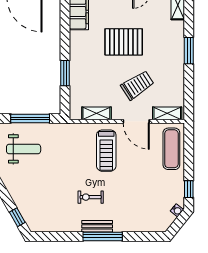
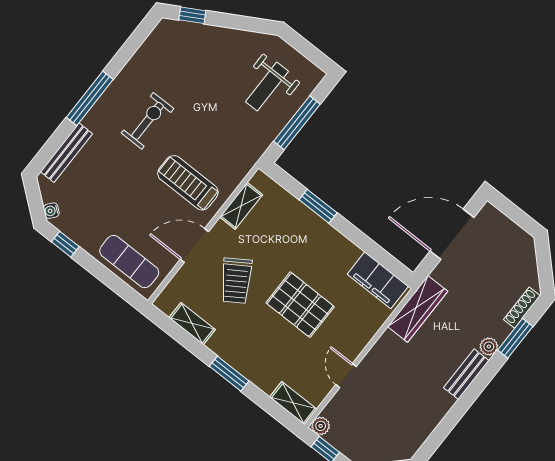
pallet: (124, 42) -> (300, 305), turned 90
shelving: (167, 113) -> (192, 324), moved, turned 90
exercise bike: (91, 197) -> (148, 121), width x1.38, depth x1.39
bench: (97, 226) -> (66, 153), moved, width x1.36

